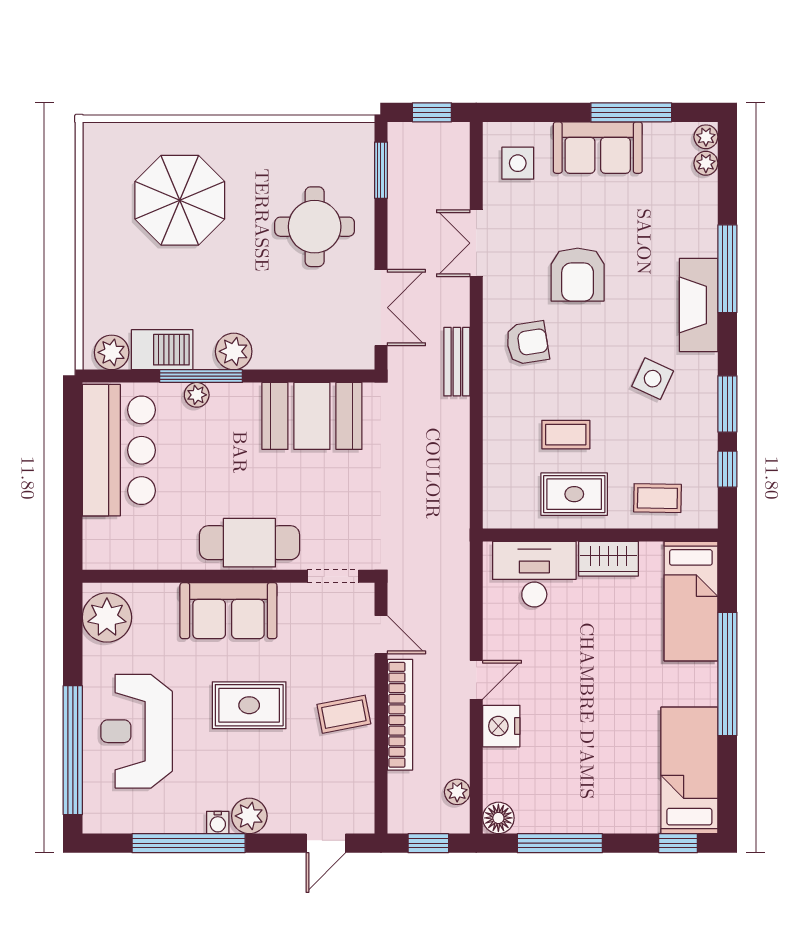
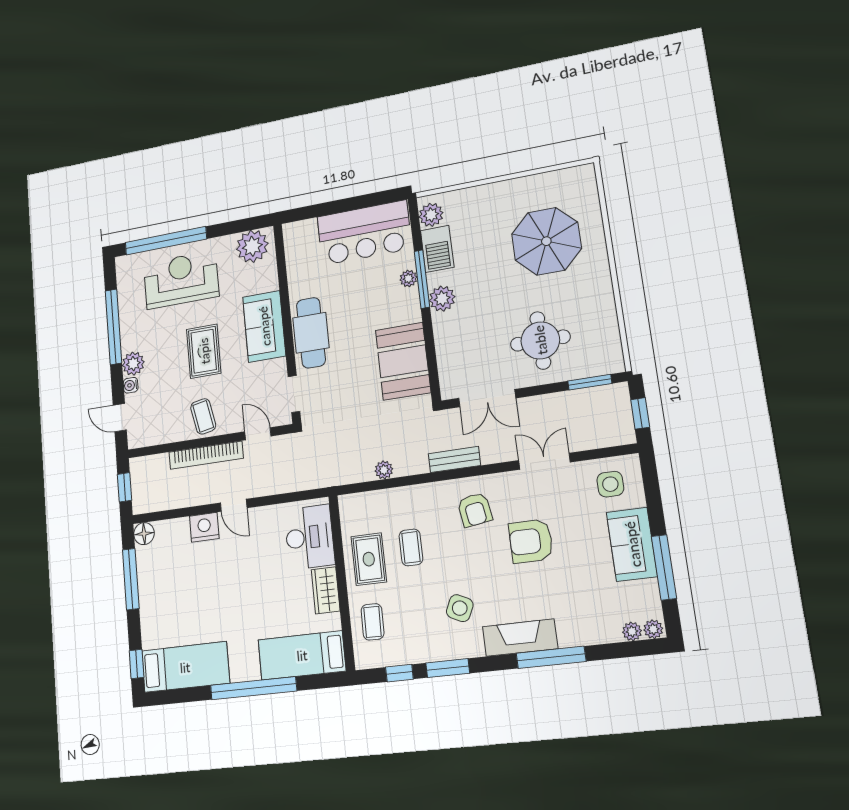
door: (381, 635) -> (258, 434), swing flipped
plant: (457, 792) -> (384, 470), moved
water cooler: (218, 822) -> (131, 385), moved

